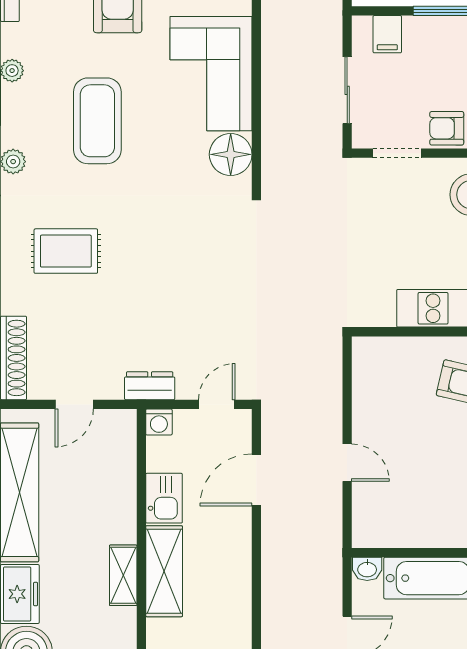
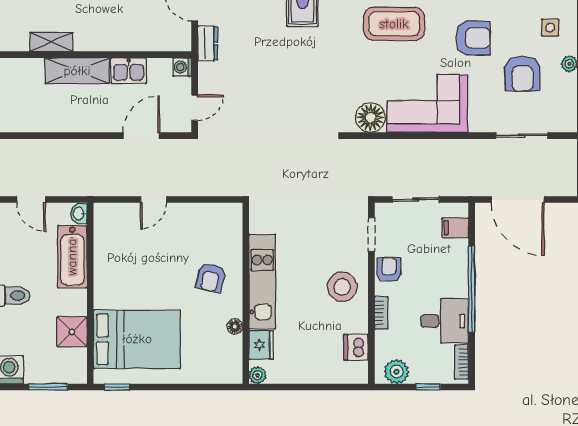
dresser: (150, 386) -> (208, 43), moved
door: (217, 404) -> (195, 108), hinge flipped
door: (256, 480) -> (141, 136), hinge flipped
shelving: (123, 575) -> (51, 42), moved

